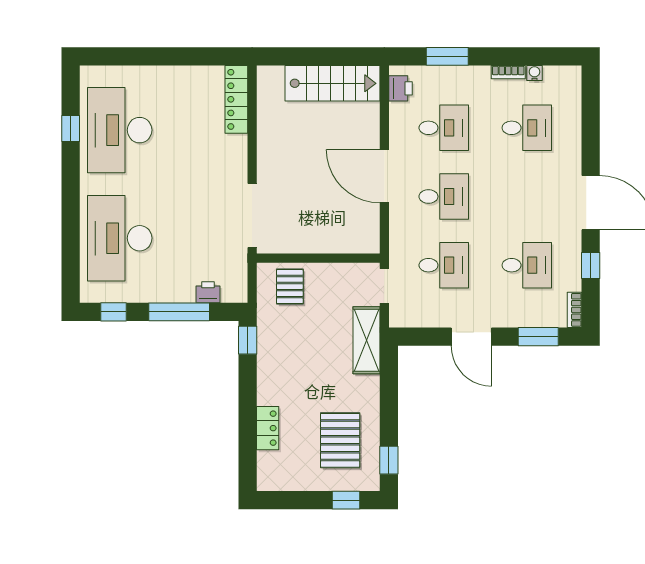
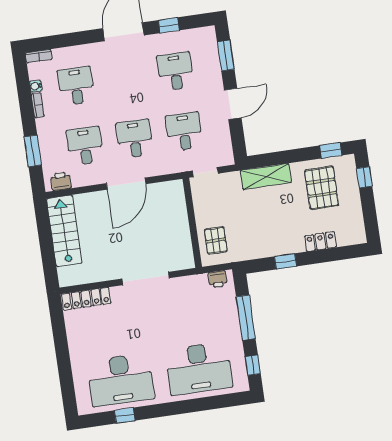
doorway: (252, 216) -> (146, 278), moved
pallet: (290, 287) -> (216, 240), turned 90
printer: (208, 292) -> (218, 279), moved, turned -90
bookcase: (575, 310) -> (39, 56), moved
window: (248, 340) -> (285, 261), moved
shelving: (367, 340) -> (266, 176), moved
pallet: (340, 440) -> (322, 188), turned 90

